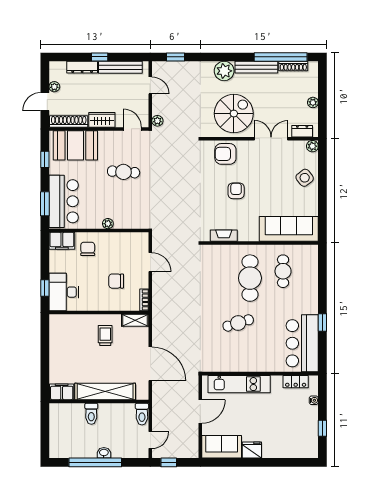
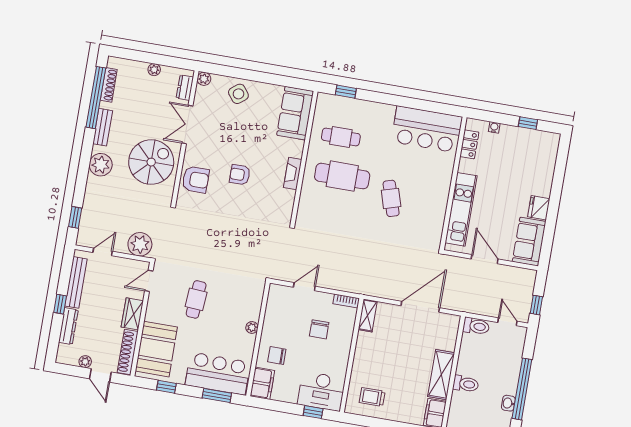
bench: (256, 67) -> (103, 127), width x0.73
spiral stairs: (234, 114) -> (151, 162), turned 90
plant: (157, 121) -> (140, 244), width x1.88, depth x1.88
armchair: (225, 154) -> (196, 180), turned -90
sofa: (289, 229) -> (295, 113), width x0.73
fireplace: (224, 236) -> (293, 173), moved
window: (322, 323) -> (346, 92), moved
trolley: (105, 336) -> (372, 397), moved
shelving: (105, 392) -> (441, 375), width x0.68
washbasin: (104, 453) -> (508, 403), moved

